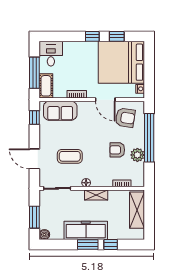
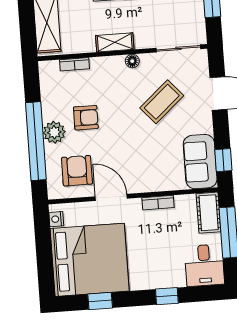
window: (92, 36) -> (167, 296), moved
sofa: (60, 111) -> (200, 162), moved, turned -90
armchair: (125, 118) -> (77, 171), turned 81
plant: (137, 155) -> (54, 132), moved
coffee table: (70, 156) -> (162, 102), turned -41

